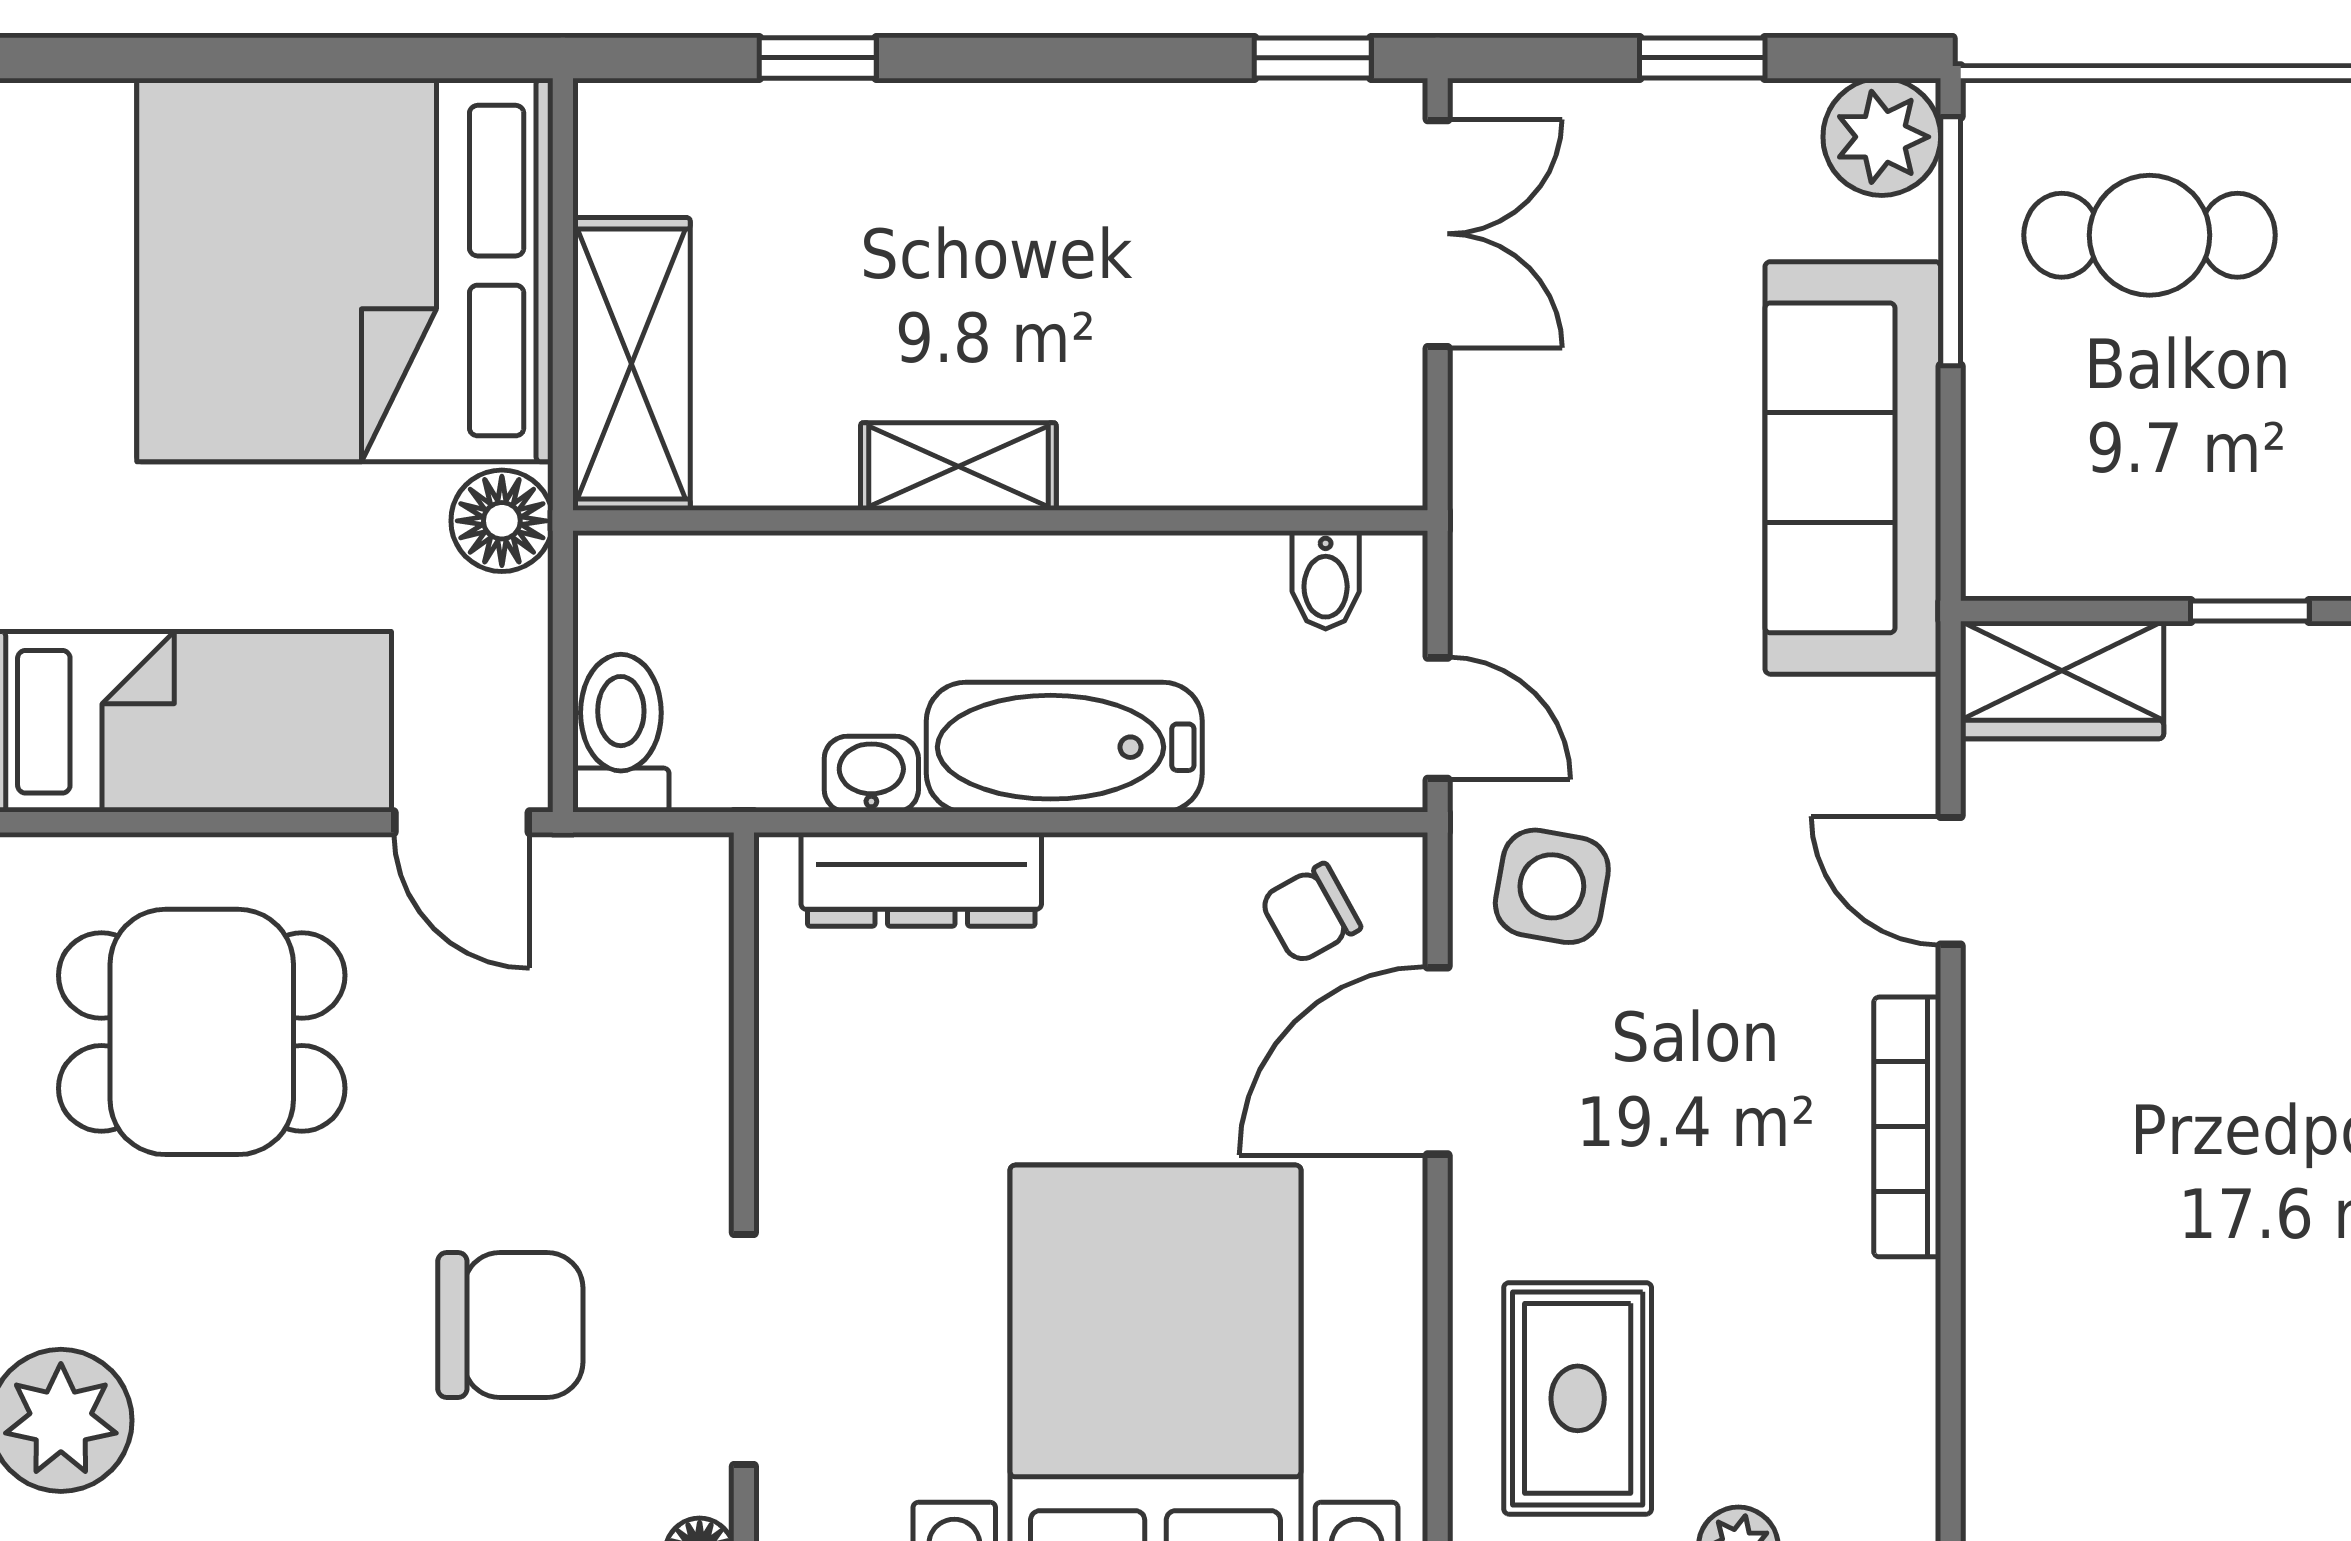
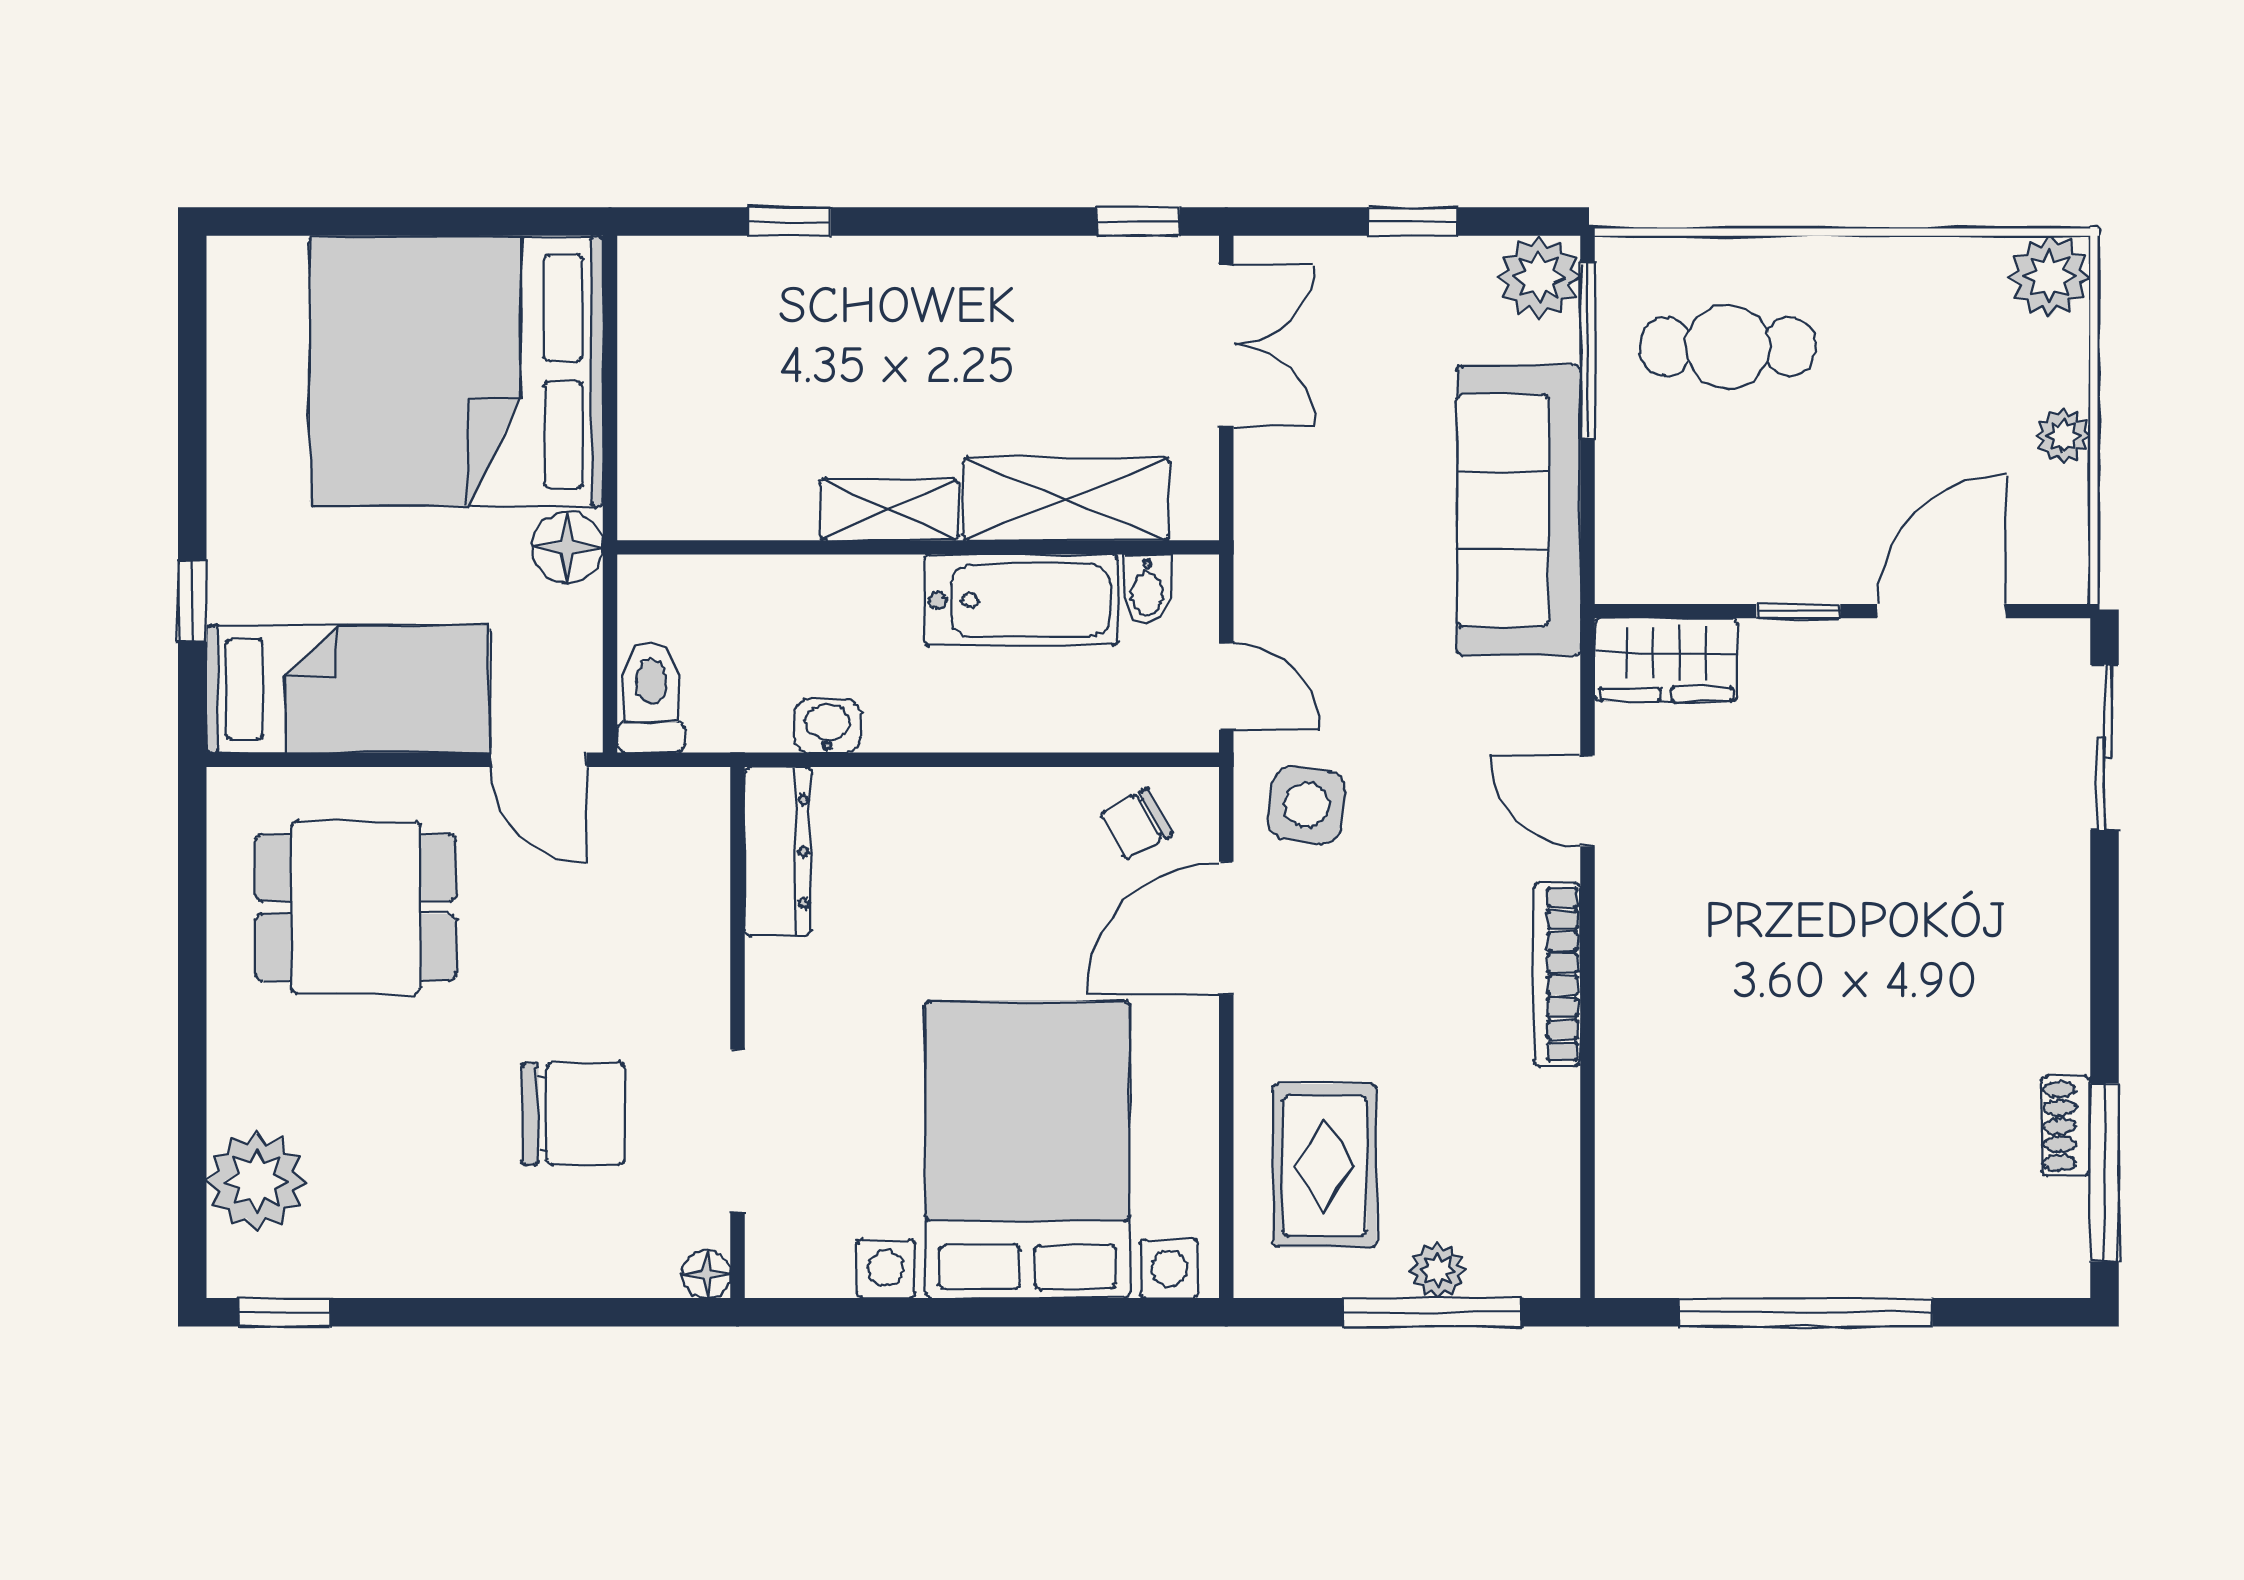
shelving: (631, 364) -> (1066, 499), moved, turned 90
bathtub: (1064, 747) -> (1021, 600), moved, turned 180
dresser: (921, 879) -> (778, 851), moved, turned -90

